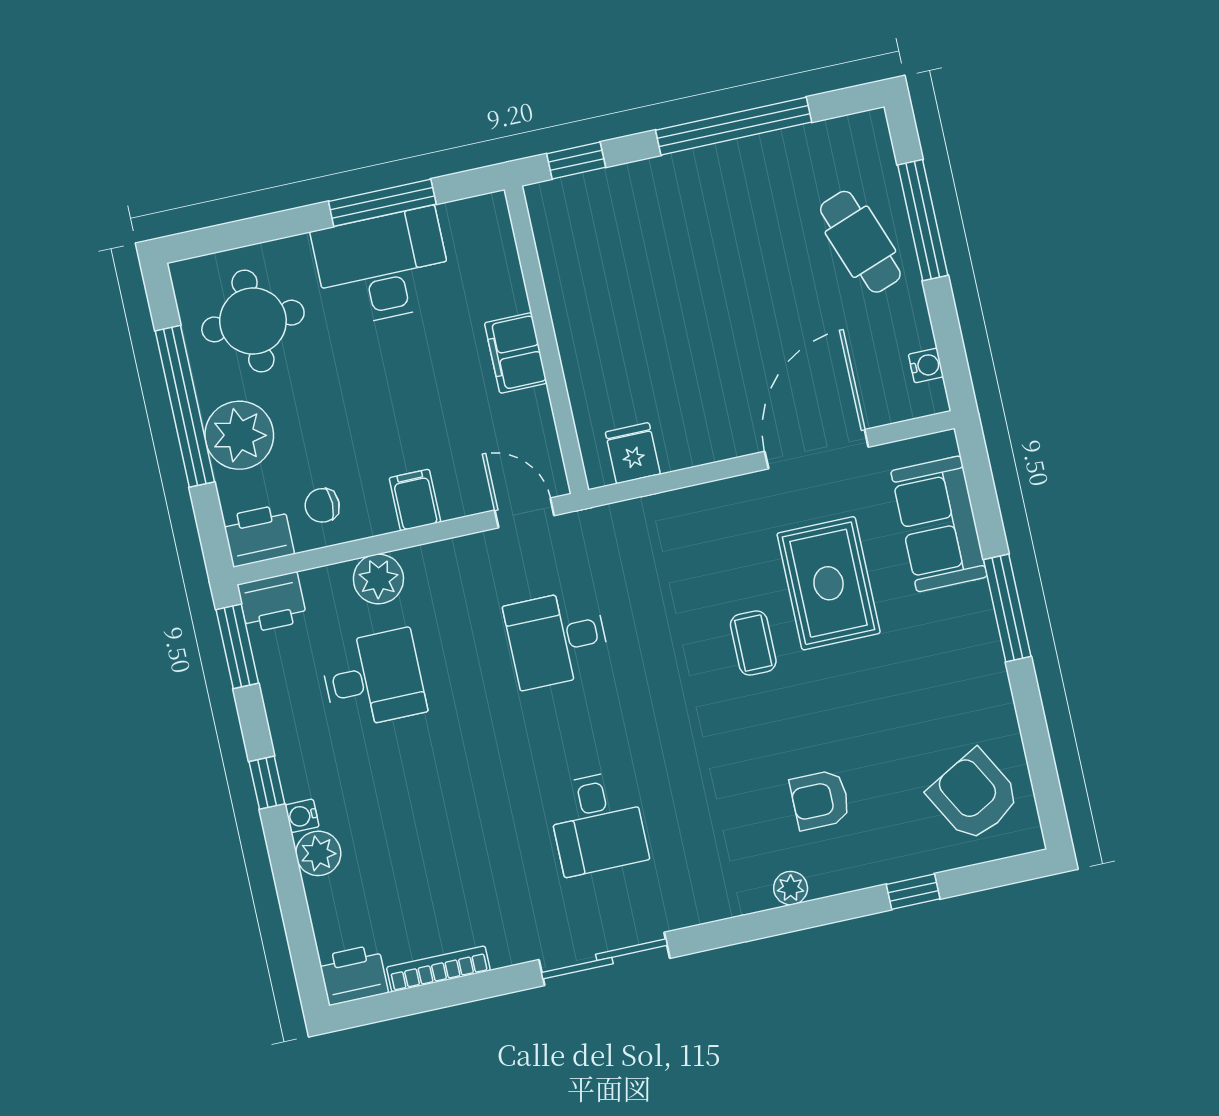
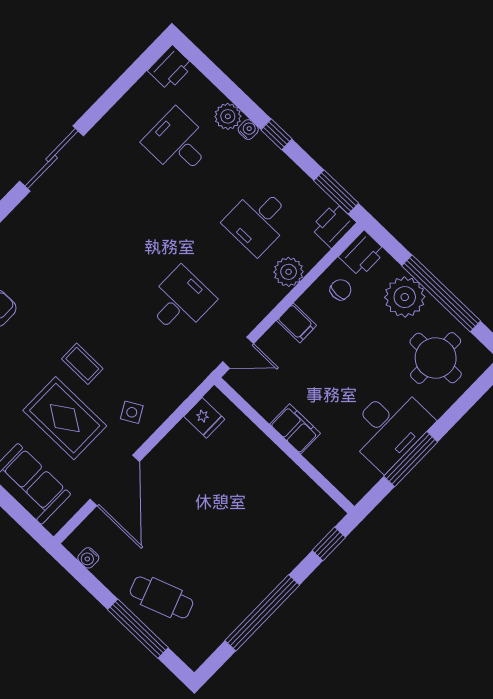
side table: (729, 529) -> (132, 412), added
desk: (597, 823) -> (178, 143), moved
bookcase: (438, 969) -> (130, 99), removed

